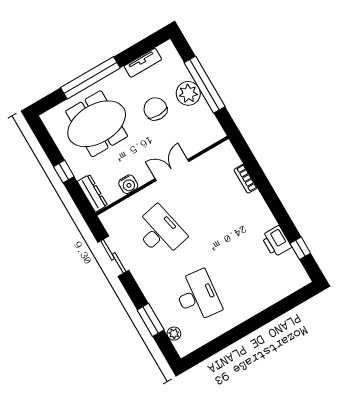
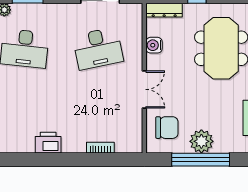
chair: (155, 109) -> (167, 128), moved
printer: (276, 241) -> (48, 143), moved
window: (300, 248) -> (14, 160), removed

